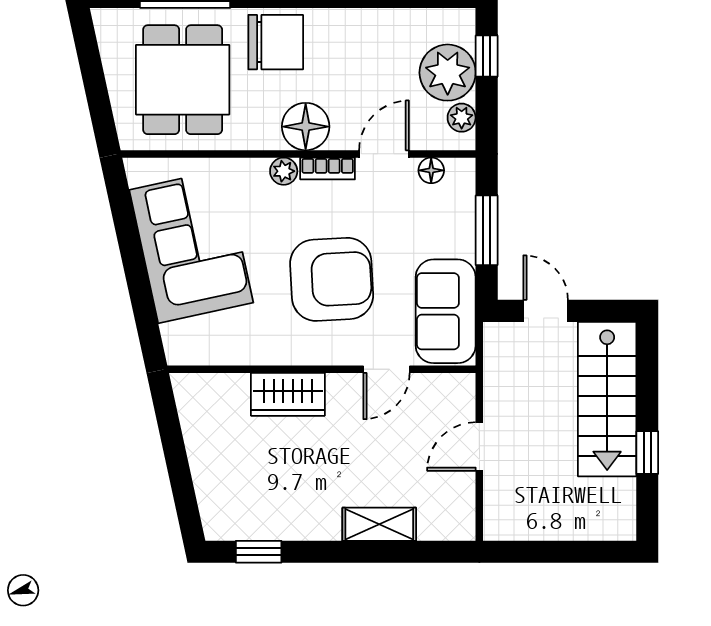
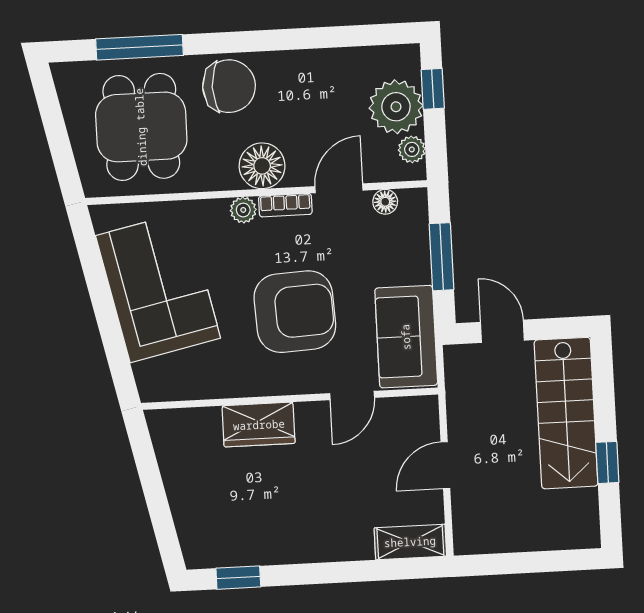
shelving: (379, 524) -> (410, 542), moved

